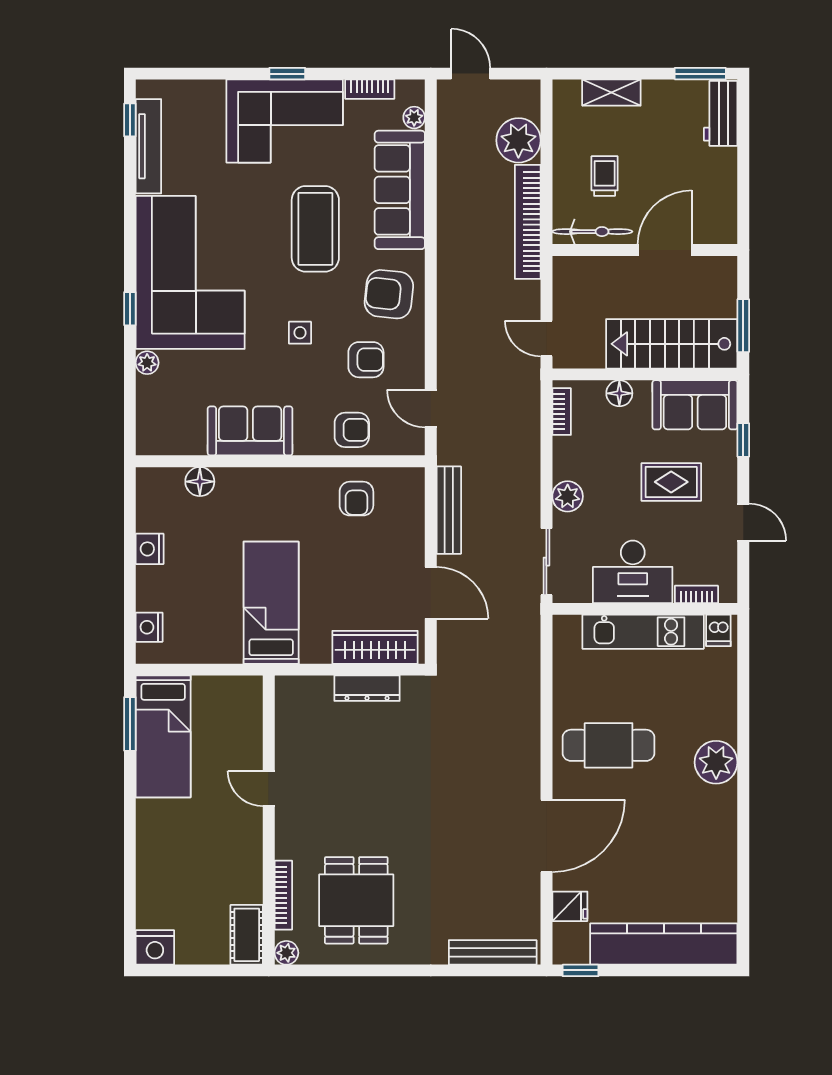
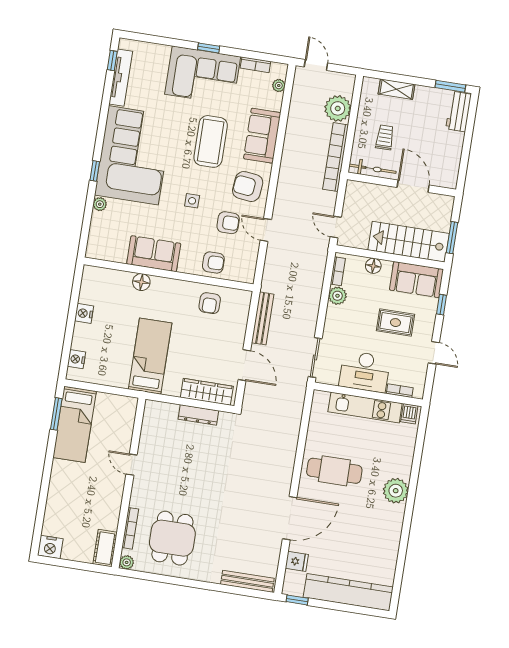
sofa: (400, 190) -> (262, 136), width x0.73
door: (665, 250) -> (413, 186), hinge flipped
door: (431, 409) -> (266, 230), moved
floor lamp: (200, 482) -> (141, 282), moved
plant: (568, 496) -> (337, 296), moved

